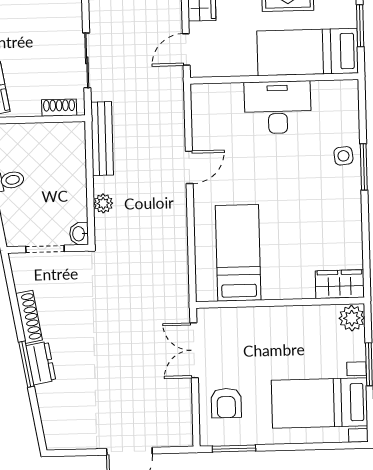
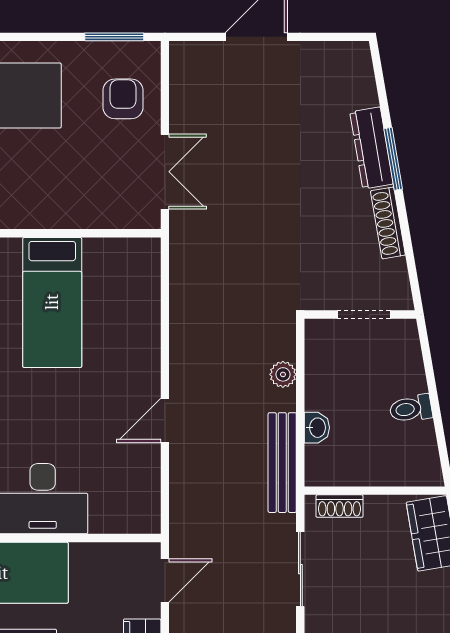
washbasin: (79, 234) -> (317, 428), moved
bed: (238, 253) -> (52, 302), moved
dresser: (41, 363) -> (371, 148), width x1.44

